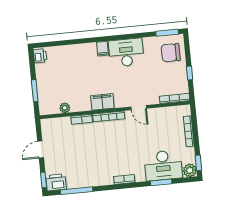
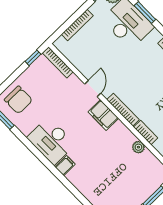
window: (190, 73) -> (33, 58), moved
filing cabinet: (102, 102) -> (103, 115), moved
plant: (65, 108) -> (138, 147), moved

